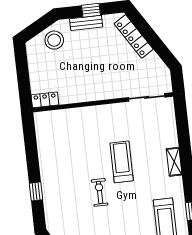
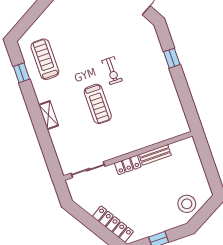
bench: (86, 23) -> (155, 155), moved
locker: (45, 100) -> (128, 165), moved

